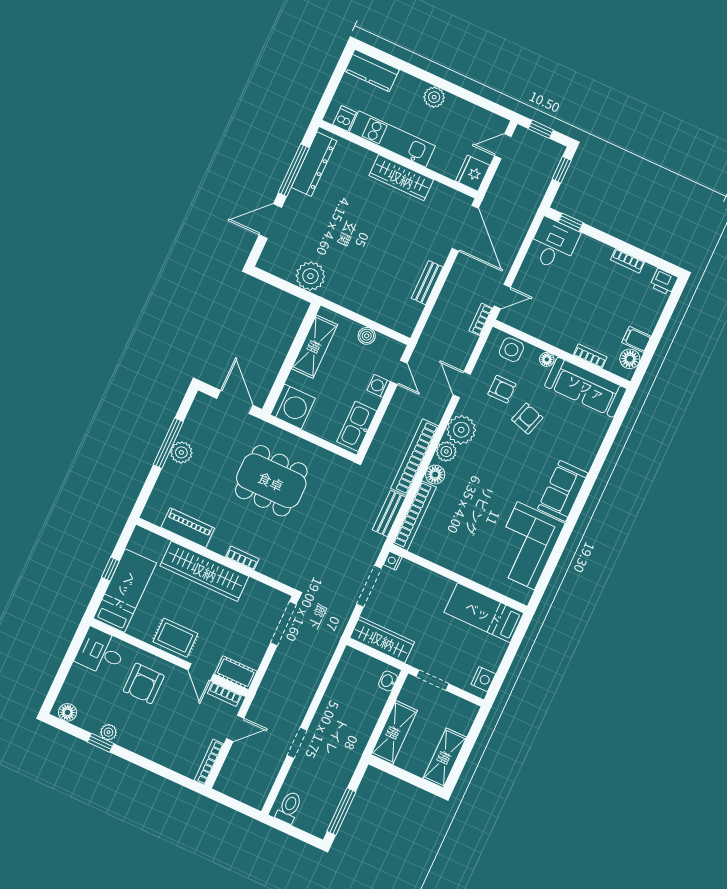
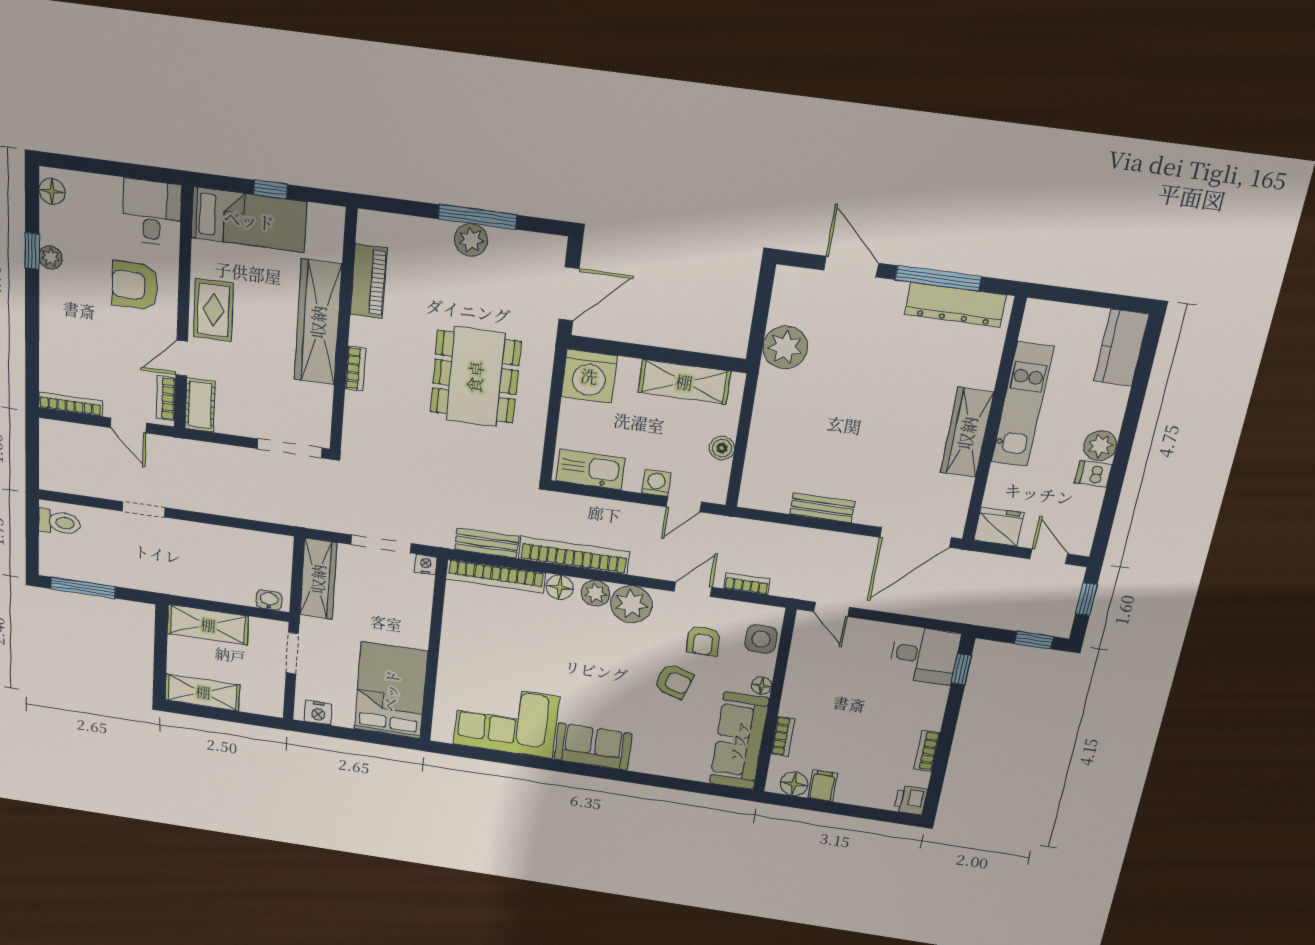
dishwasher: (345, 118) -> (1093, 474), moved, turned 180
bookcase: (481, 319) -> (747, 584), moved
bed: (484, 613) -> (391, 691), width x1.50

